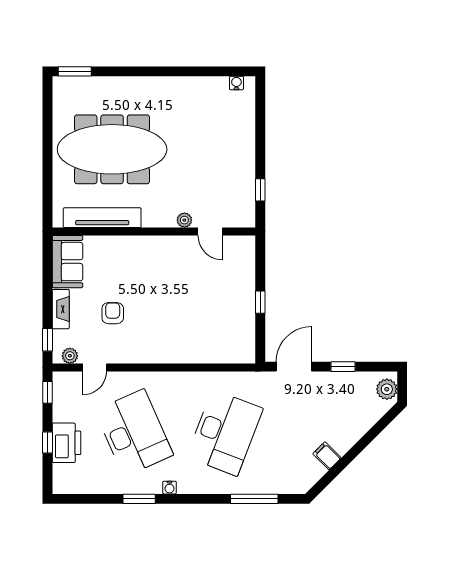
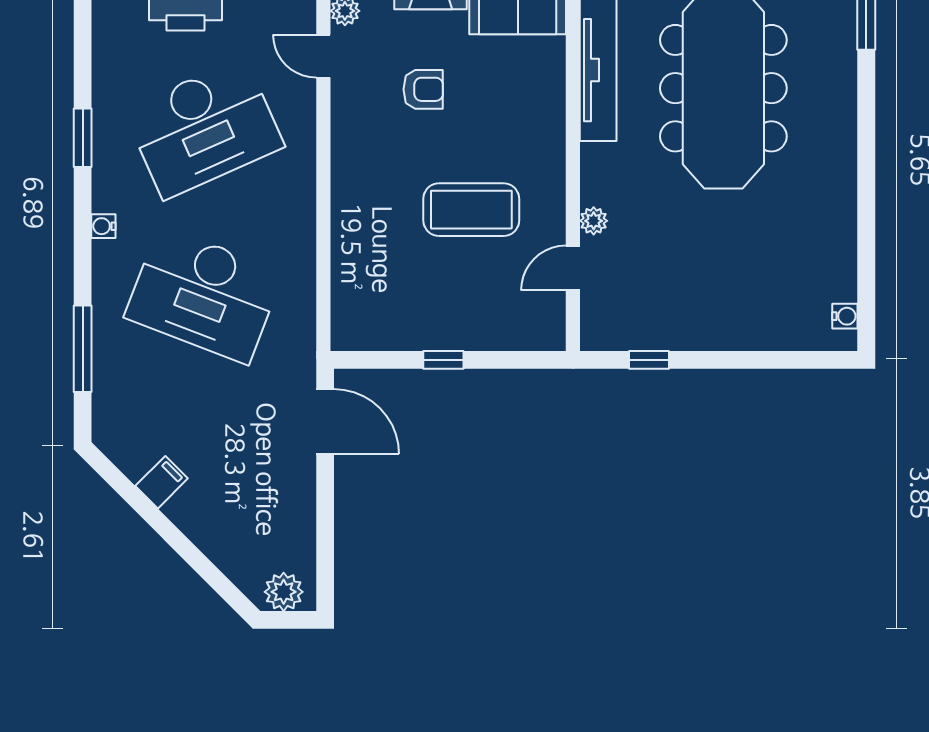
coffee table: (178, 287) -> (471, 210), added
window: (343, 367) -> (325, 511), removed
water cooler: (170, 488) -> (103, 226), moved

